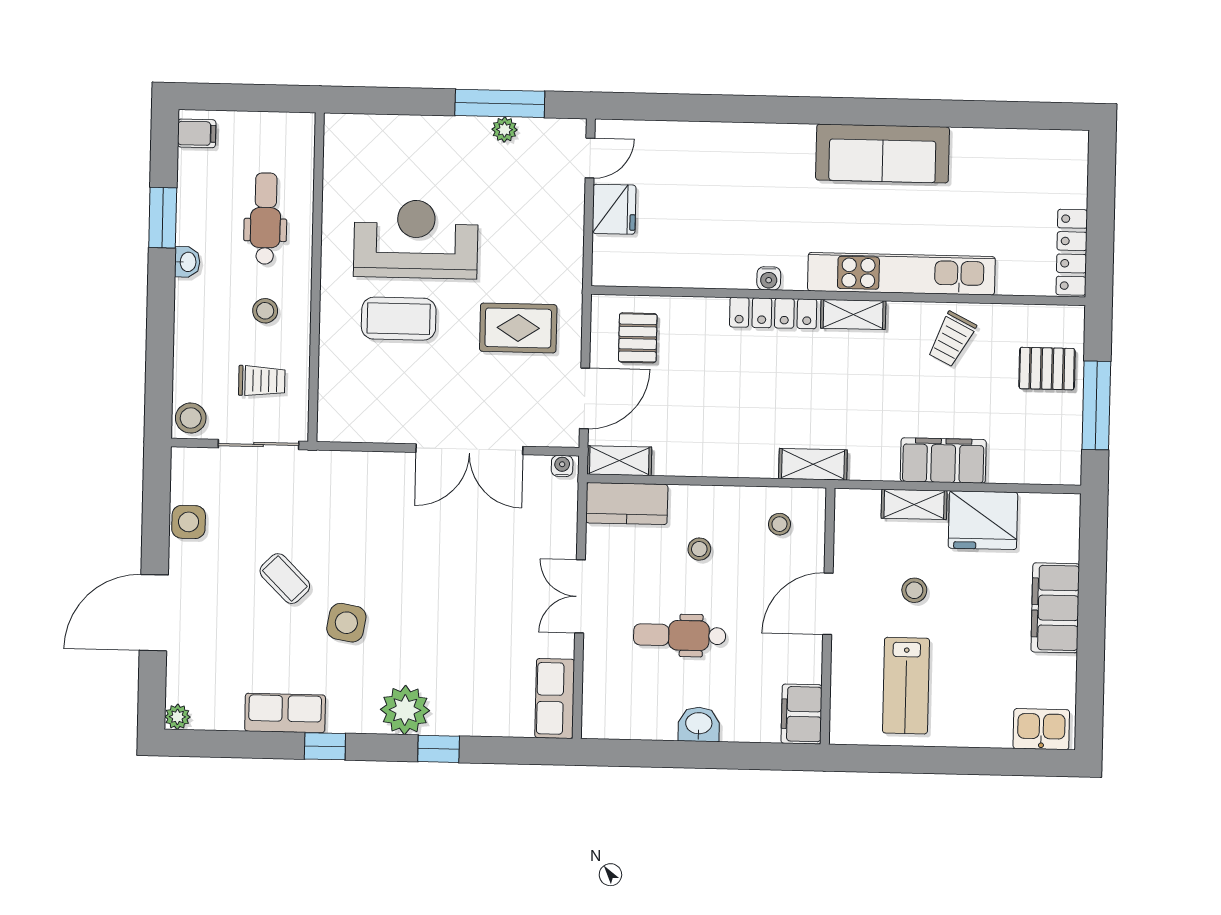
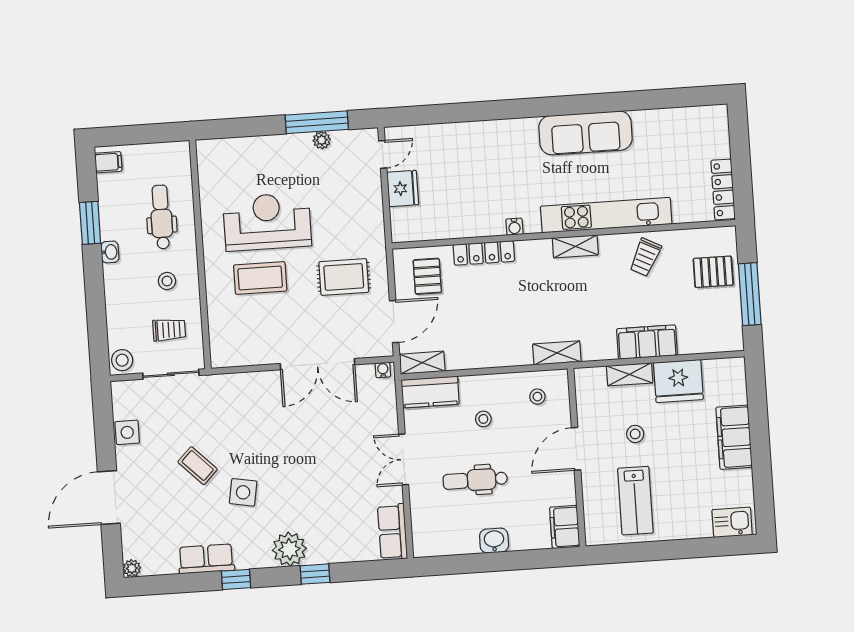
locker: (773, 313) -> (484, 253), moved

